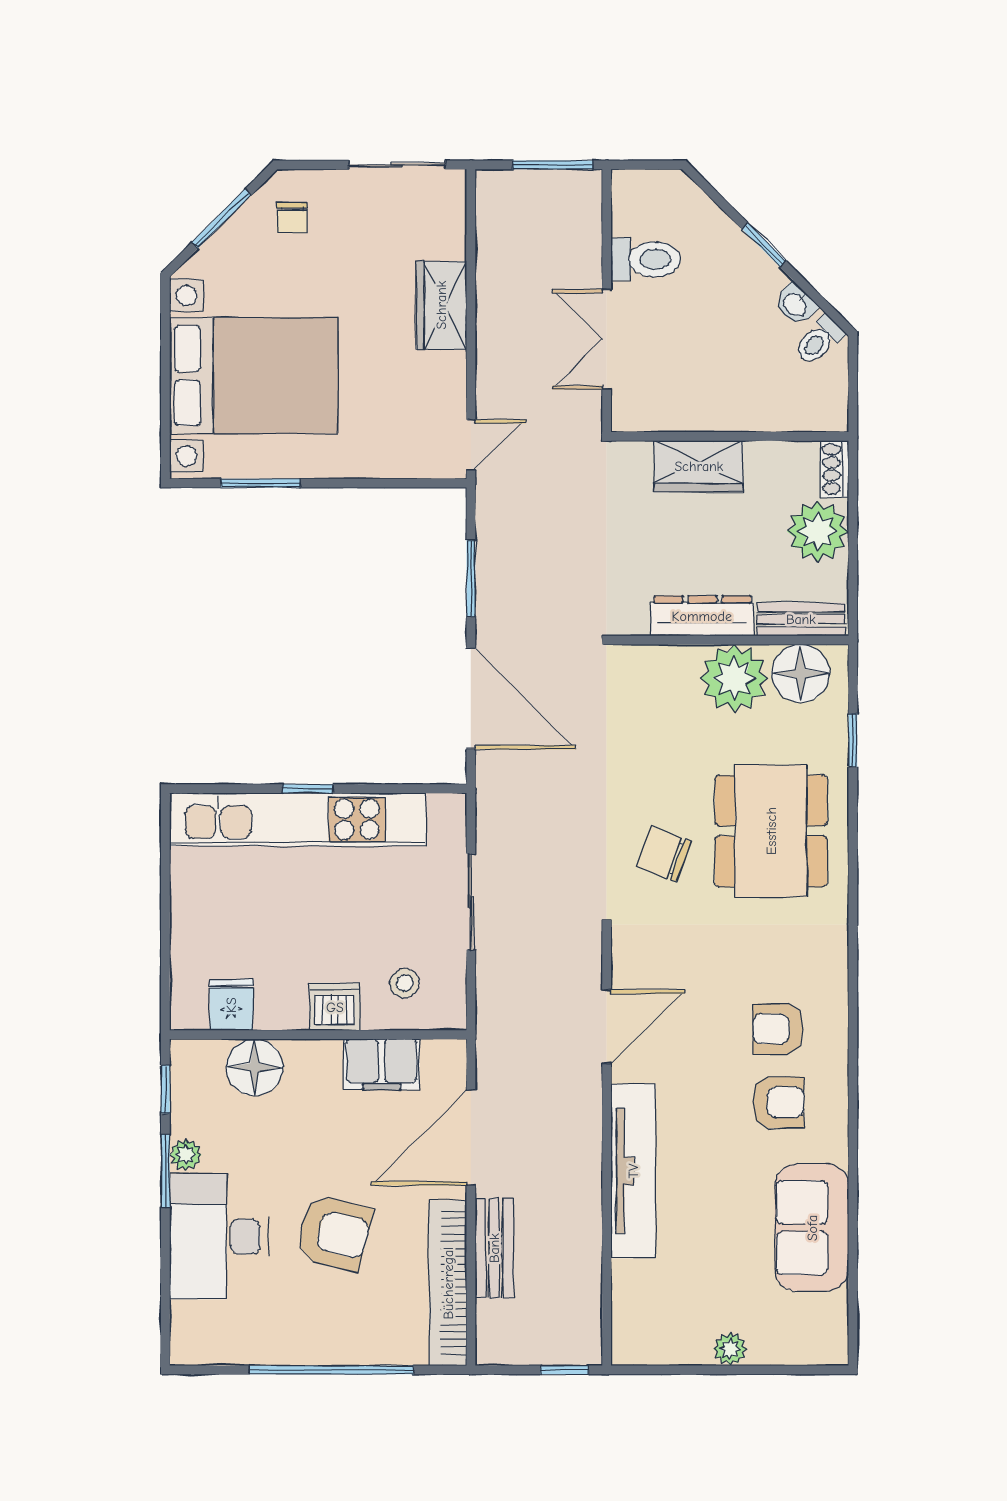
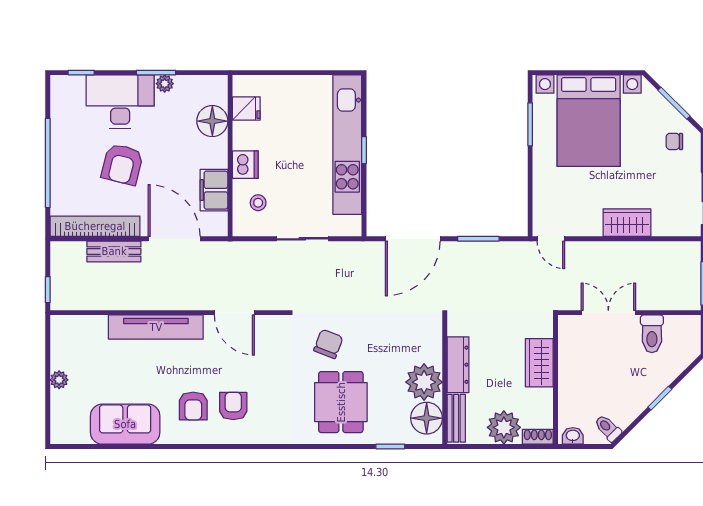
washbasin: (796, 304) -> (573, 436), moved, turned 45
dining table: (771, 831) -> (341, 402), width x0.73
window: (165, 1089) -> (81, 73), moved

